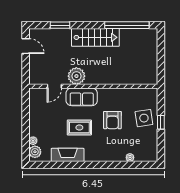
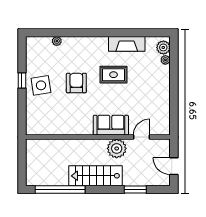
plant: (76, 76) -> (117, 148), moved
door: (54, 86) -> (142, 137), moved
wall: (93, 86) -> (98, 137), moved
sofa: (82, 97) -> (111, 125), moved

